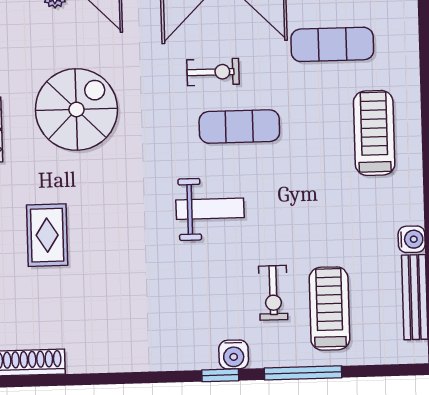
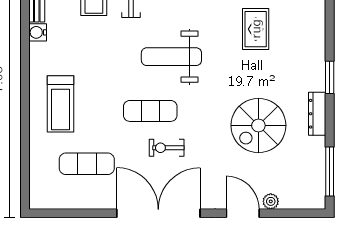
weight bench: (210, 209) -> (171, 57), width x1.36, depth x1.33
rug: (47, 235) -> (256, 29), moved

